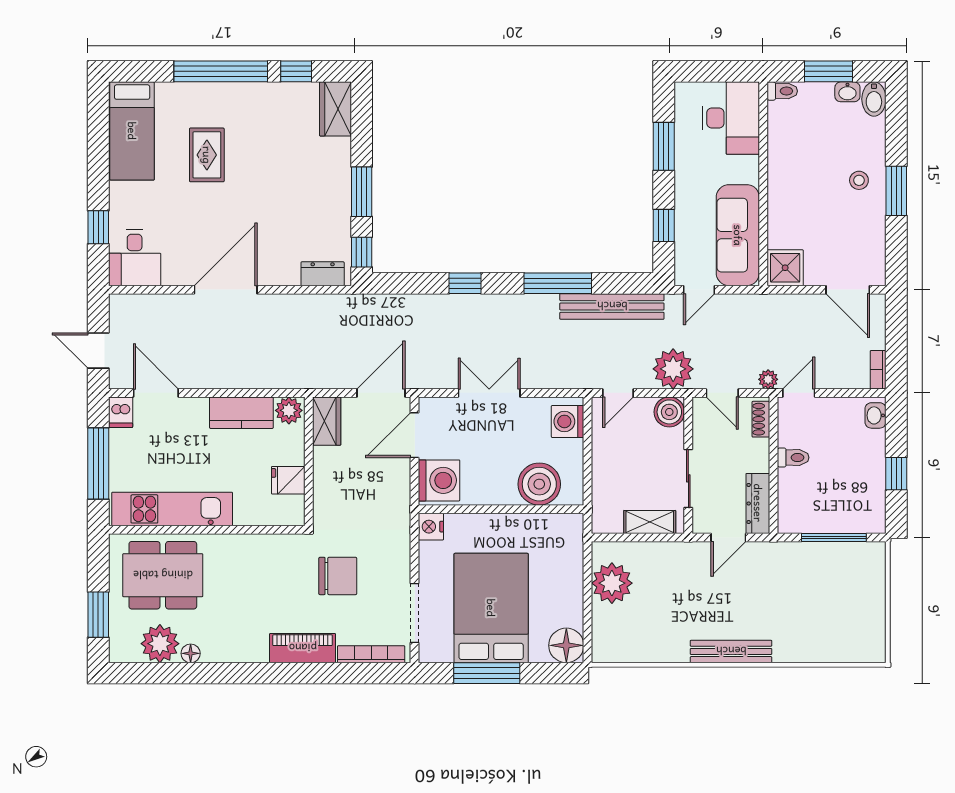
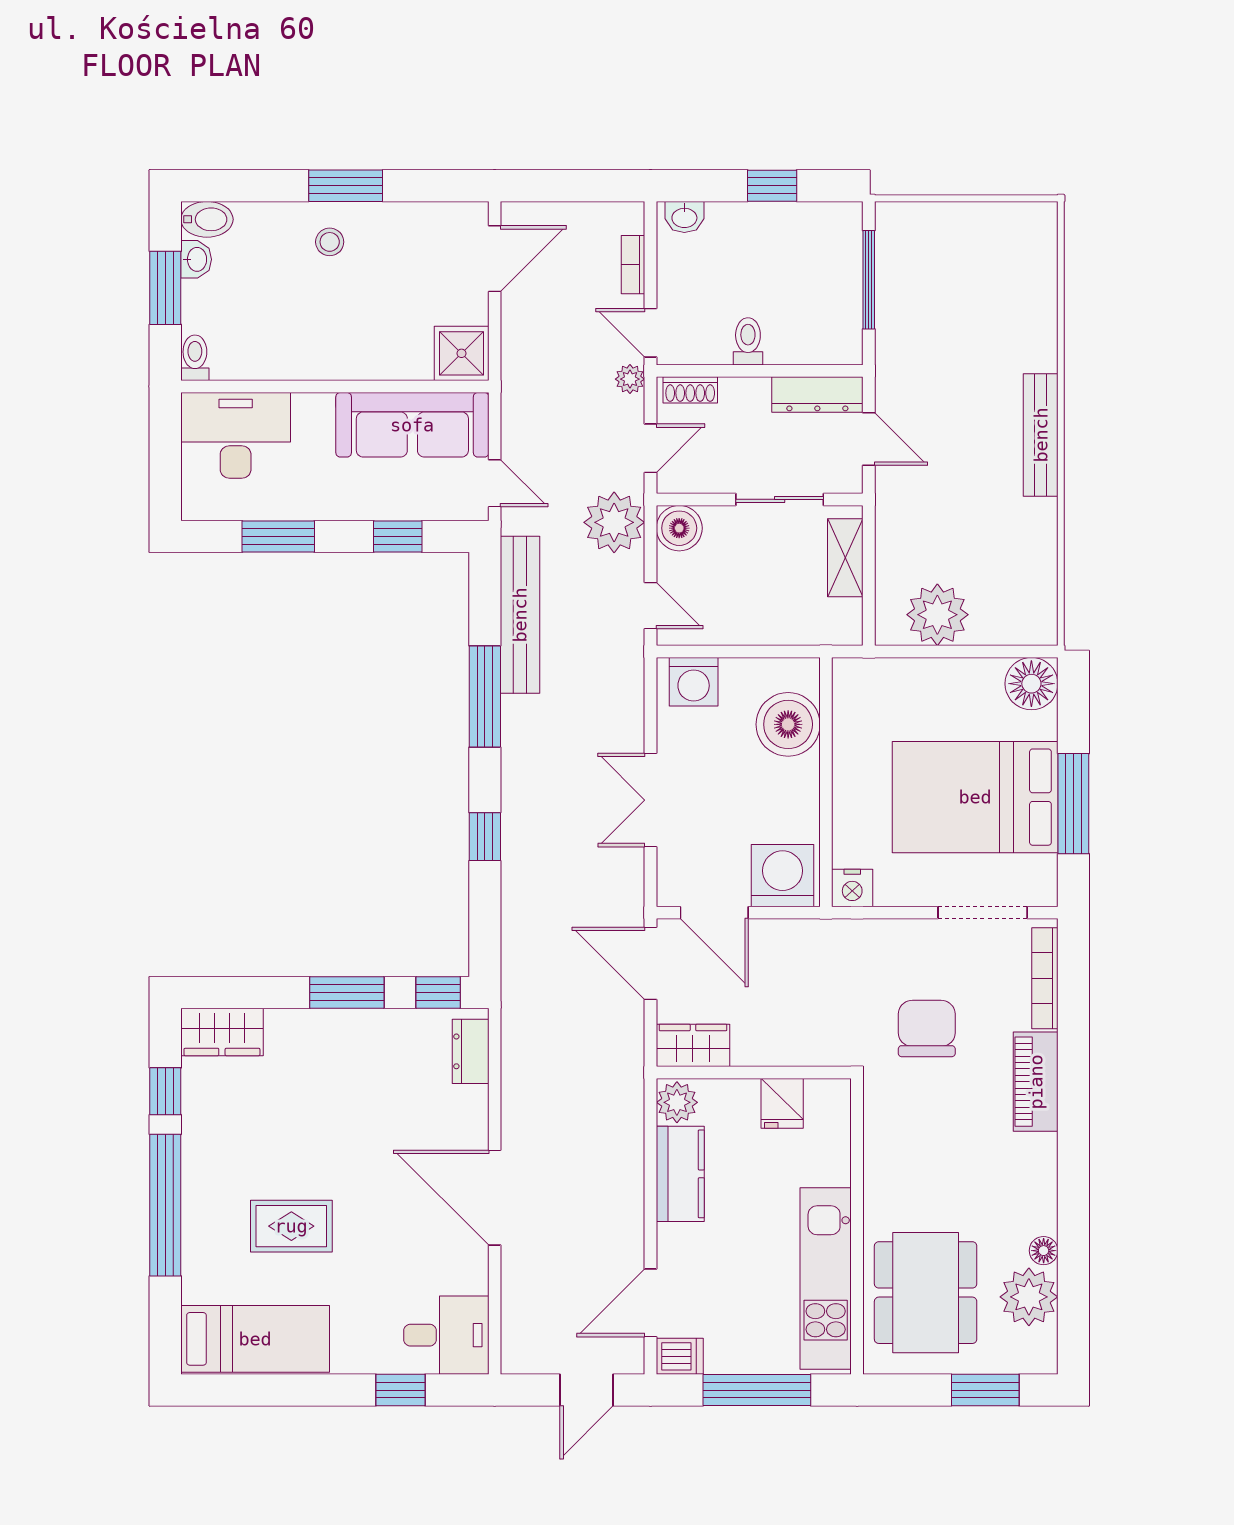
bookcase: (878, 370) -> (633, 265), moved, turned 90

